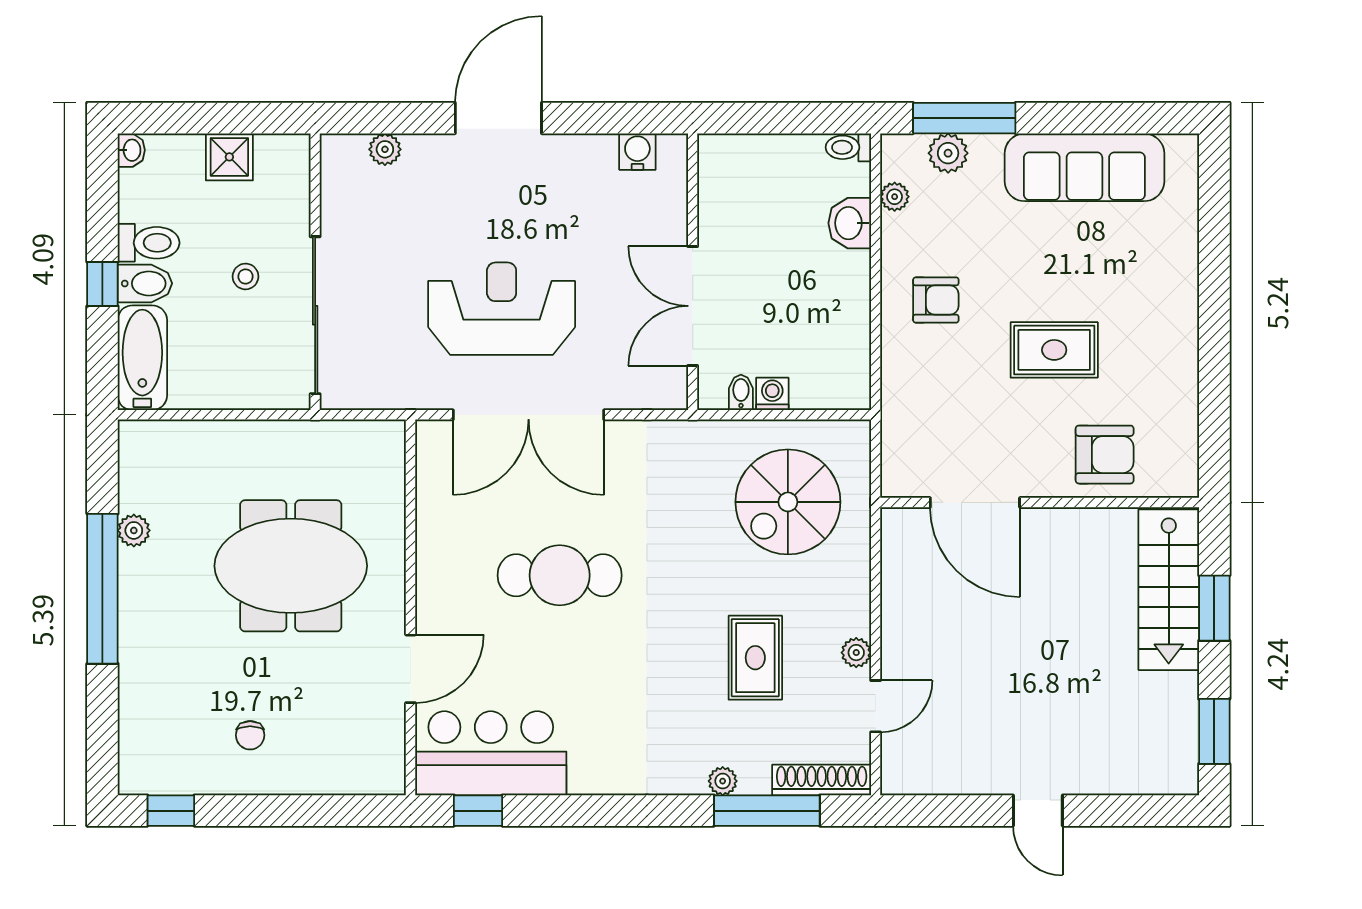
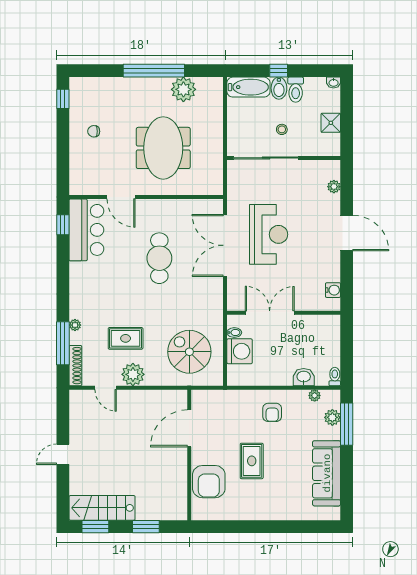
washing machine: (772, 394) -> (240, 351), width x1.89, depth x1.89
armchair: (1105, 455) -> (209, 482), width x1.36, depth x1.36
plant: (134, 530) -> (183, 89), width x1.87, depth x1.87
stairs: (1169, 590) -> (102, 508), moved
plant: (856, 653) -> (133, 374), width x1.88, depth x1.88

